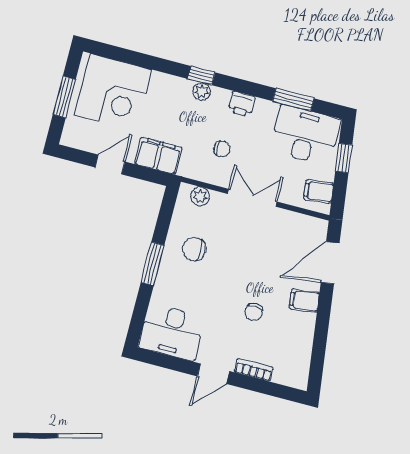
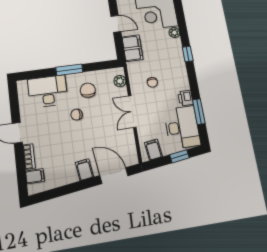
plant: (202, 91) -> (174, 33), moved
printer: (242, 104) -> (185, 98), moved
double door: (252, 198) -> (132, 112), swing flipped
chair: (254, 312) -> (77, 115), moved
desk: (172, 332) -> (48, 91), moved, turned 90
filing cabinet: (284, 372) -> (35, 176), added

